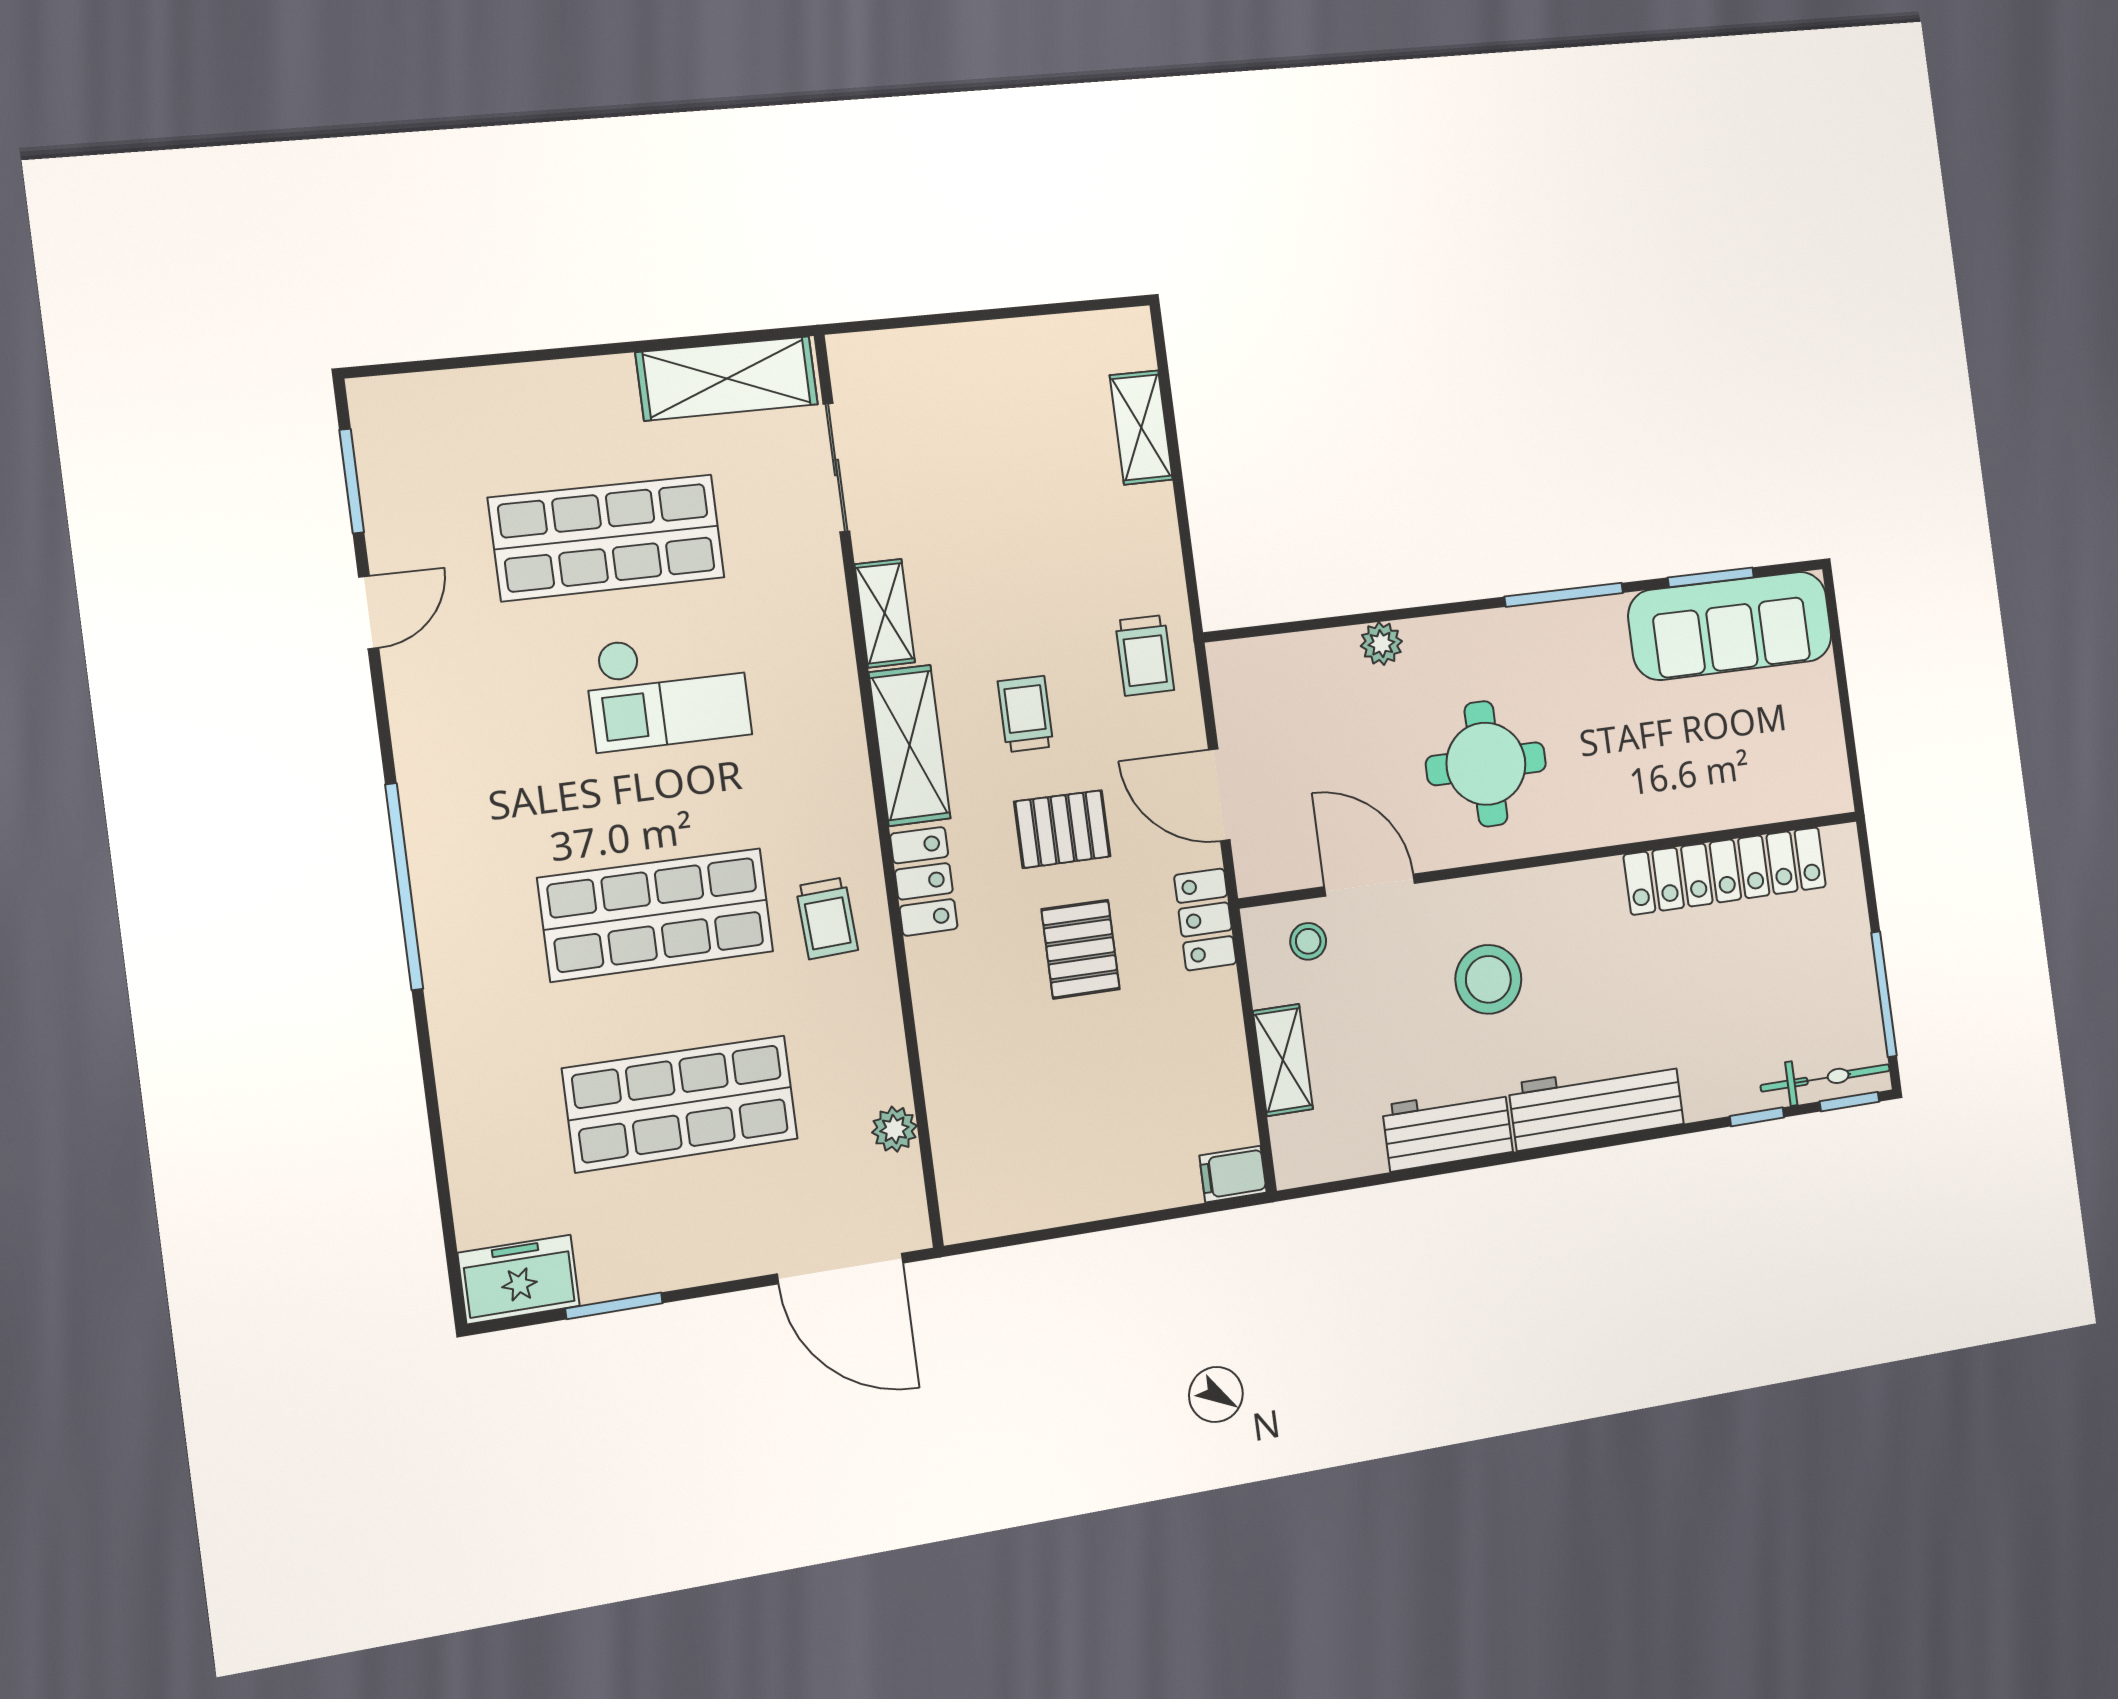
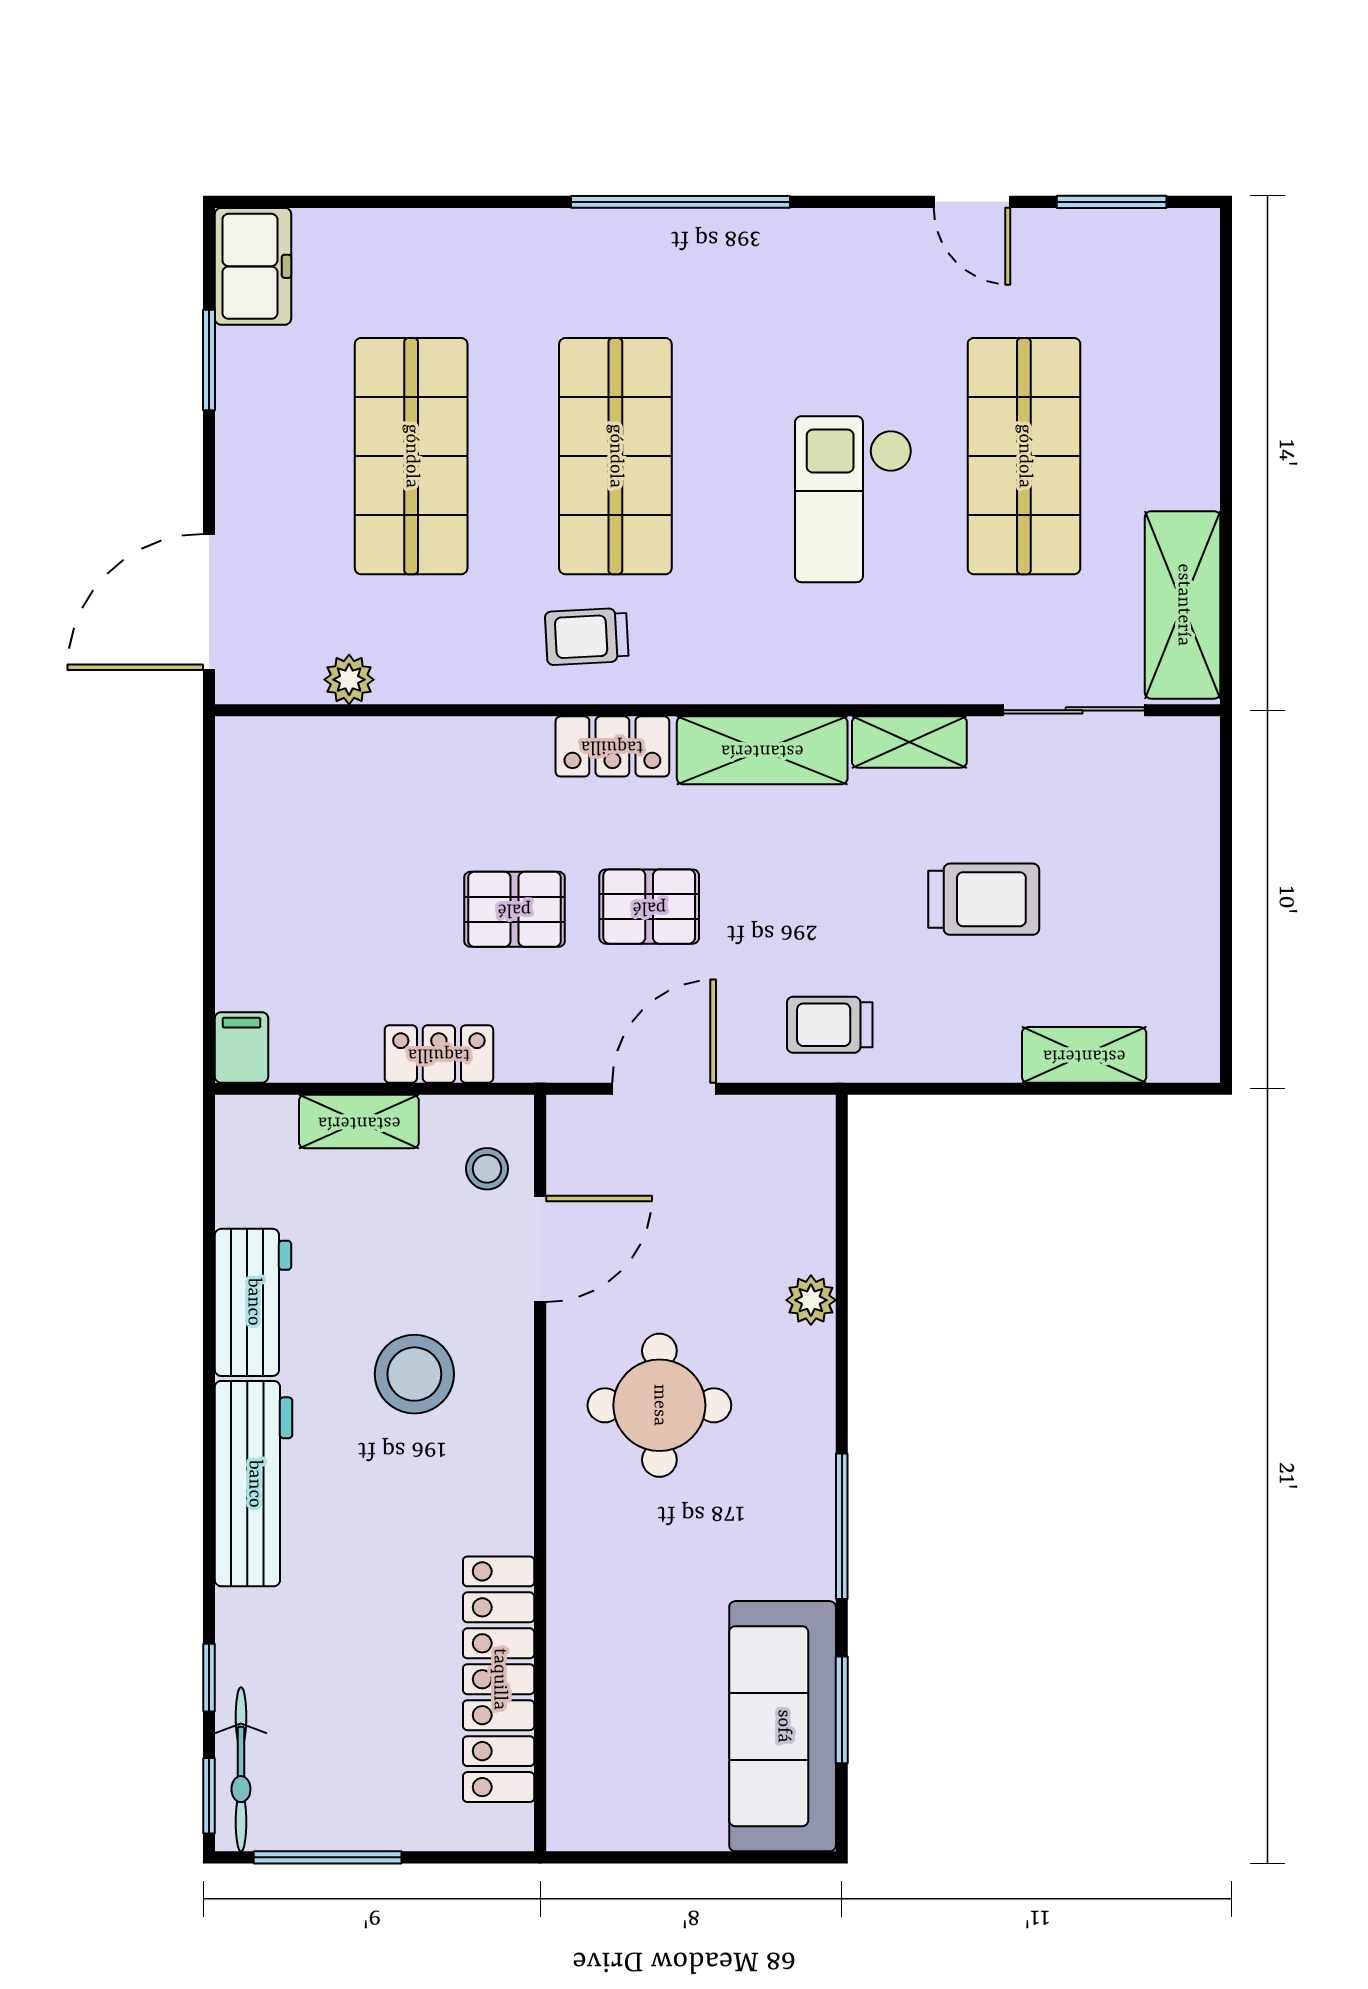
trolley: (1026, 714) -> (984, 899), moved, width x1.36, depth x1.39
pallet: (1062, 829) -> (649, 907), turned 90
locker: (1205, 920) -> (439, 1054), moved

